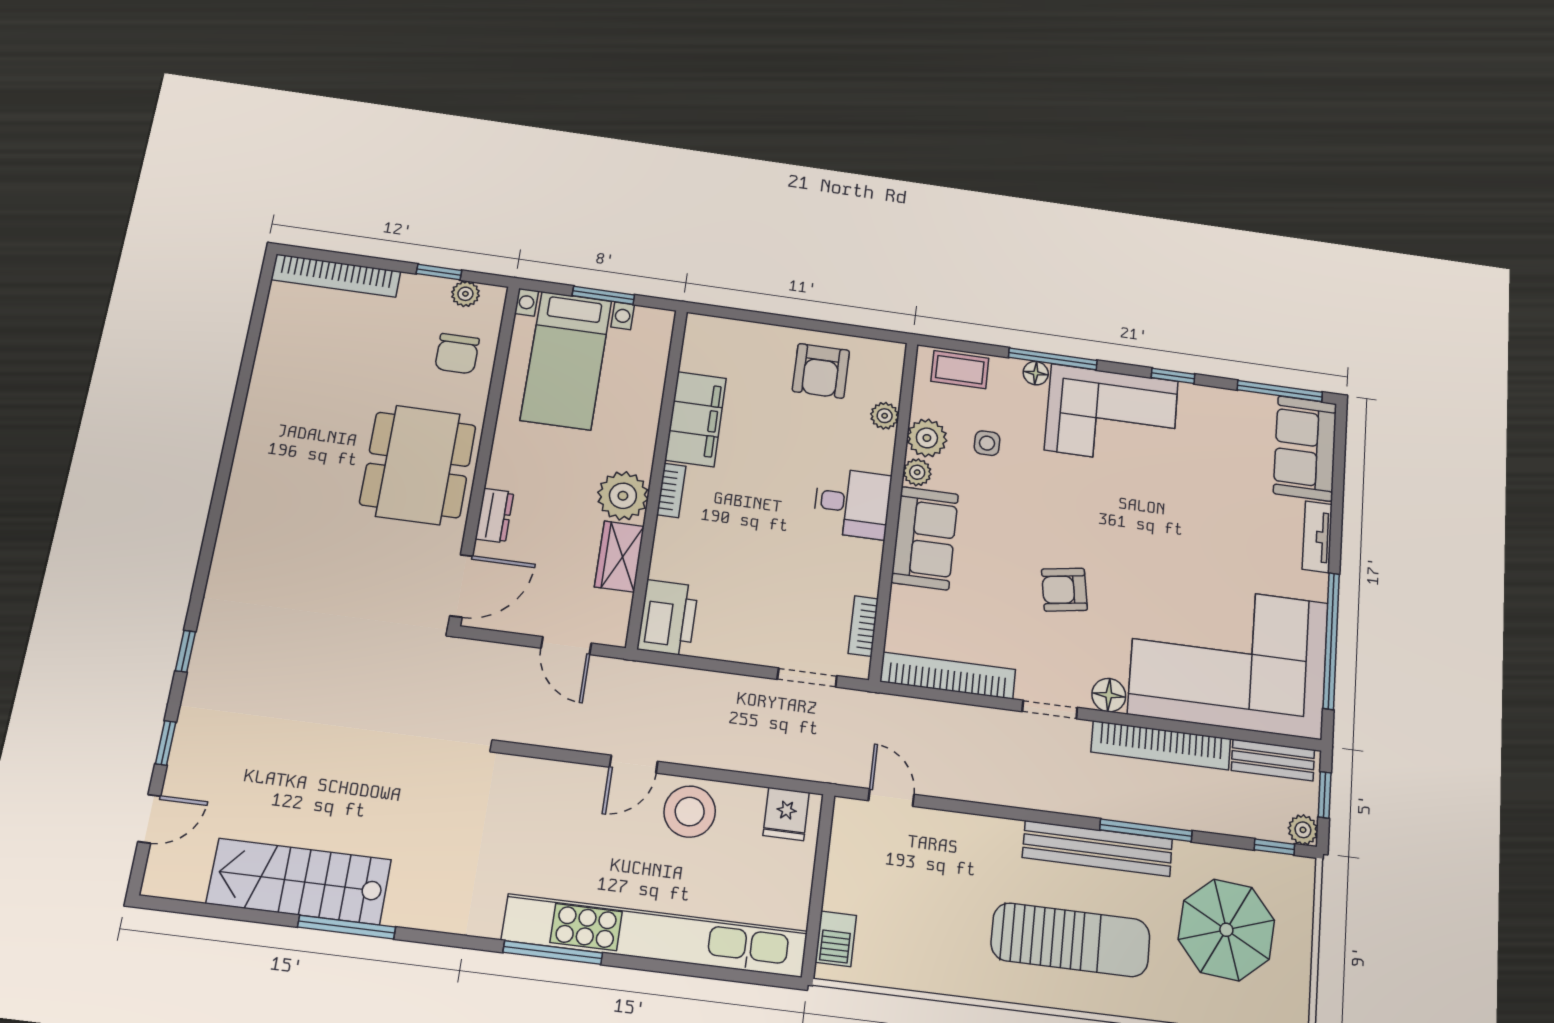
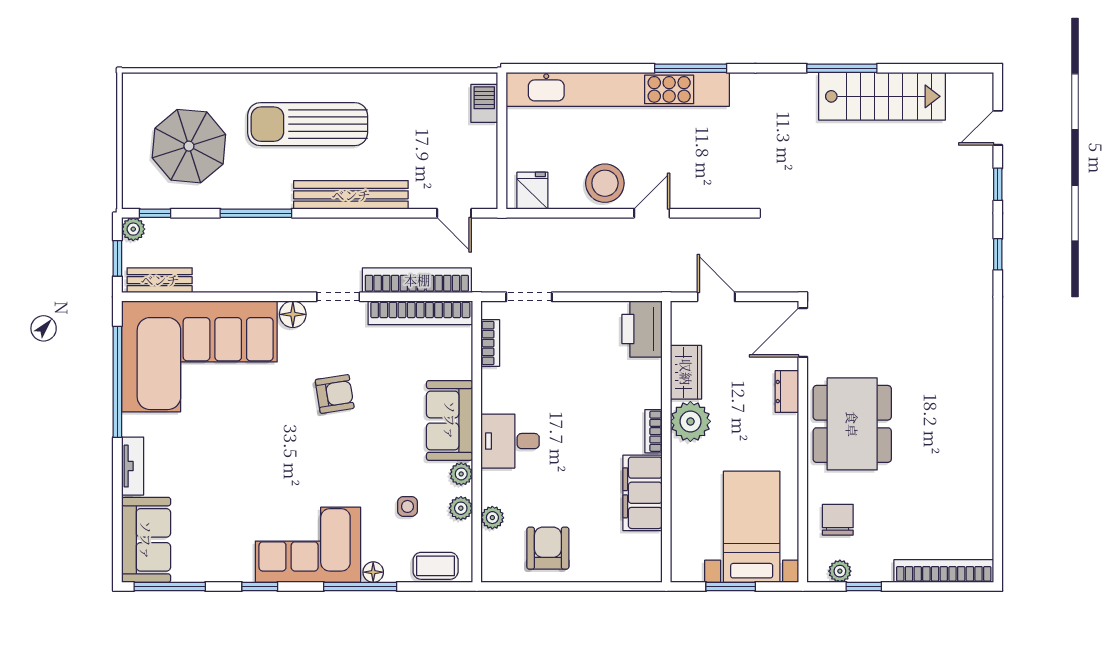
plant: (927, 438) -> (461, 508), width x0.73, depth x0.73
bookcase: (1161, 745) -> (417, 280), moved
bench: (1098, 848) -> (351, 195), moved

